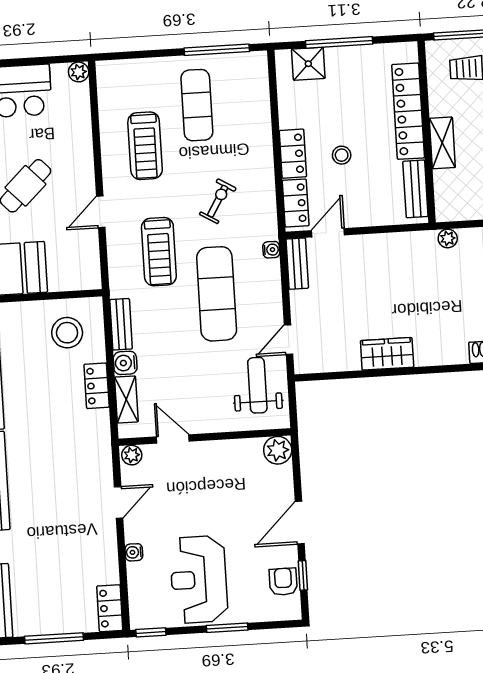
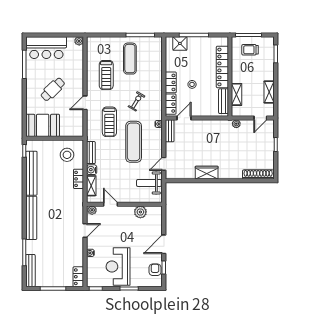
shelving: (442, 143) -> (237, 94), moved
weight bench: (257, 385) -> (149, 183), turned -90
plant: (278, 450) -> (140, 212), moved

